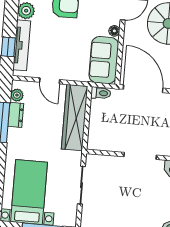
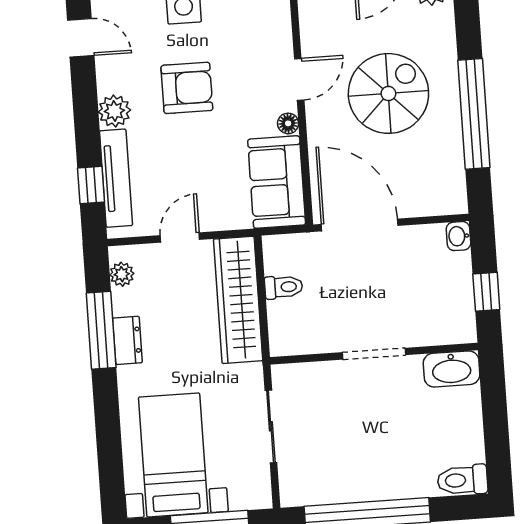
door: (50, 81) -> (180, 238), swing flipped
toilet: (101, 93) -> (284, 287), moved
dresser: (16, 115) -> (127, 340), moved

